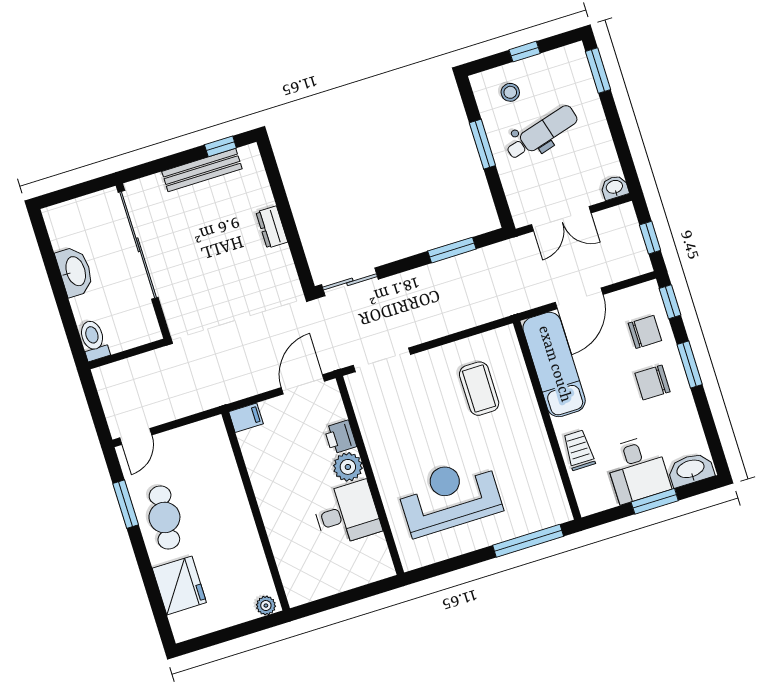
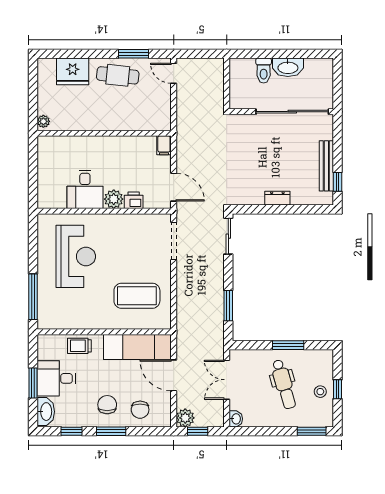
stool: (510, 92) -> (320, 392), moved
plant: (636, 262) -> (185, 418), added
window: (670, 302) -> (71, 431), moved
toilet: (94, 340) -> (264, 71), moved, turned 90
coffee table: (479, 389) -> (137, 296), width x1.36, depth x1.32
trolley: (579, 450) -> (79, 346), turned 180

